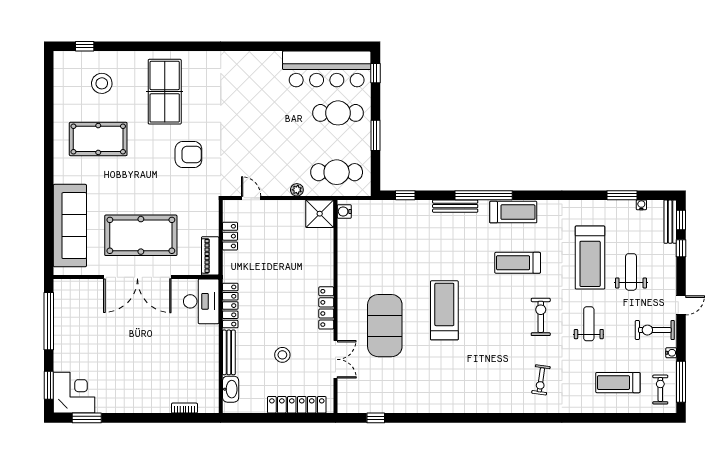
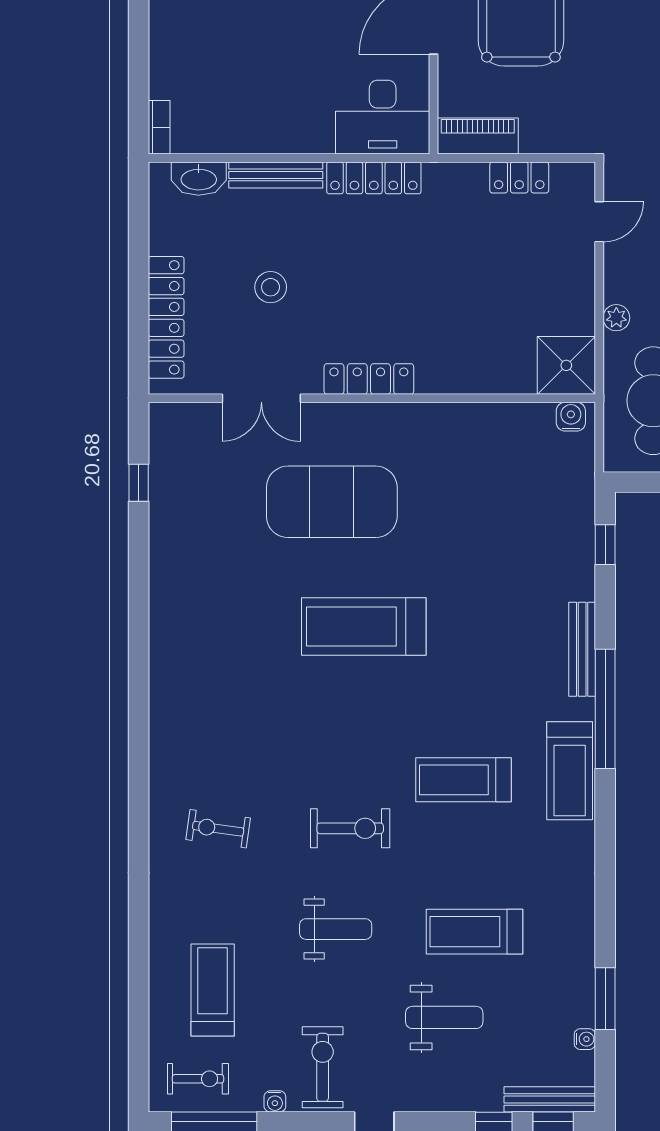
treadmill: (590, 258) -> (474, 932), width x0.73, depth x0.73
treadmill: (518, 263) -> (463, 780), turned -90
treadmill: (444, 310) -> (364, 626), turned 180
bookcase: (184, 408) -> (159, 127), moved

